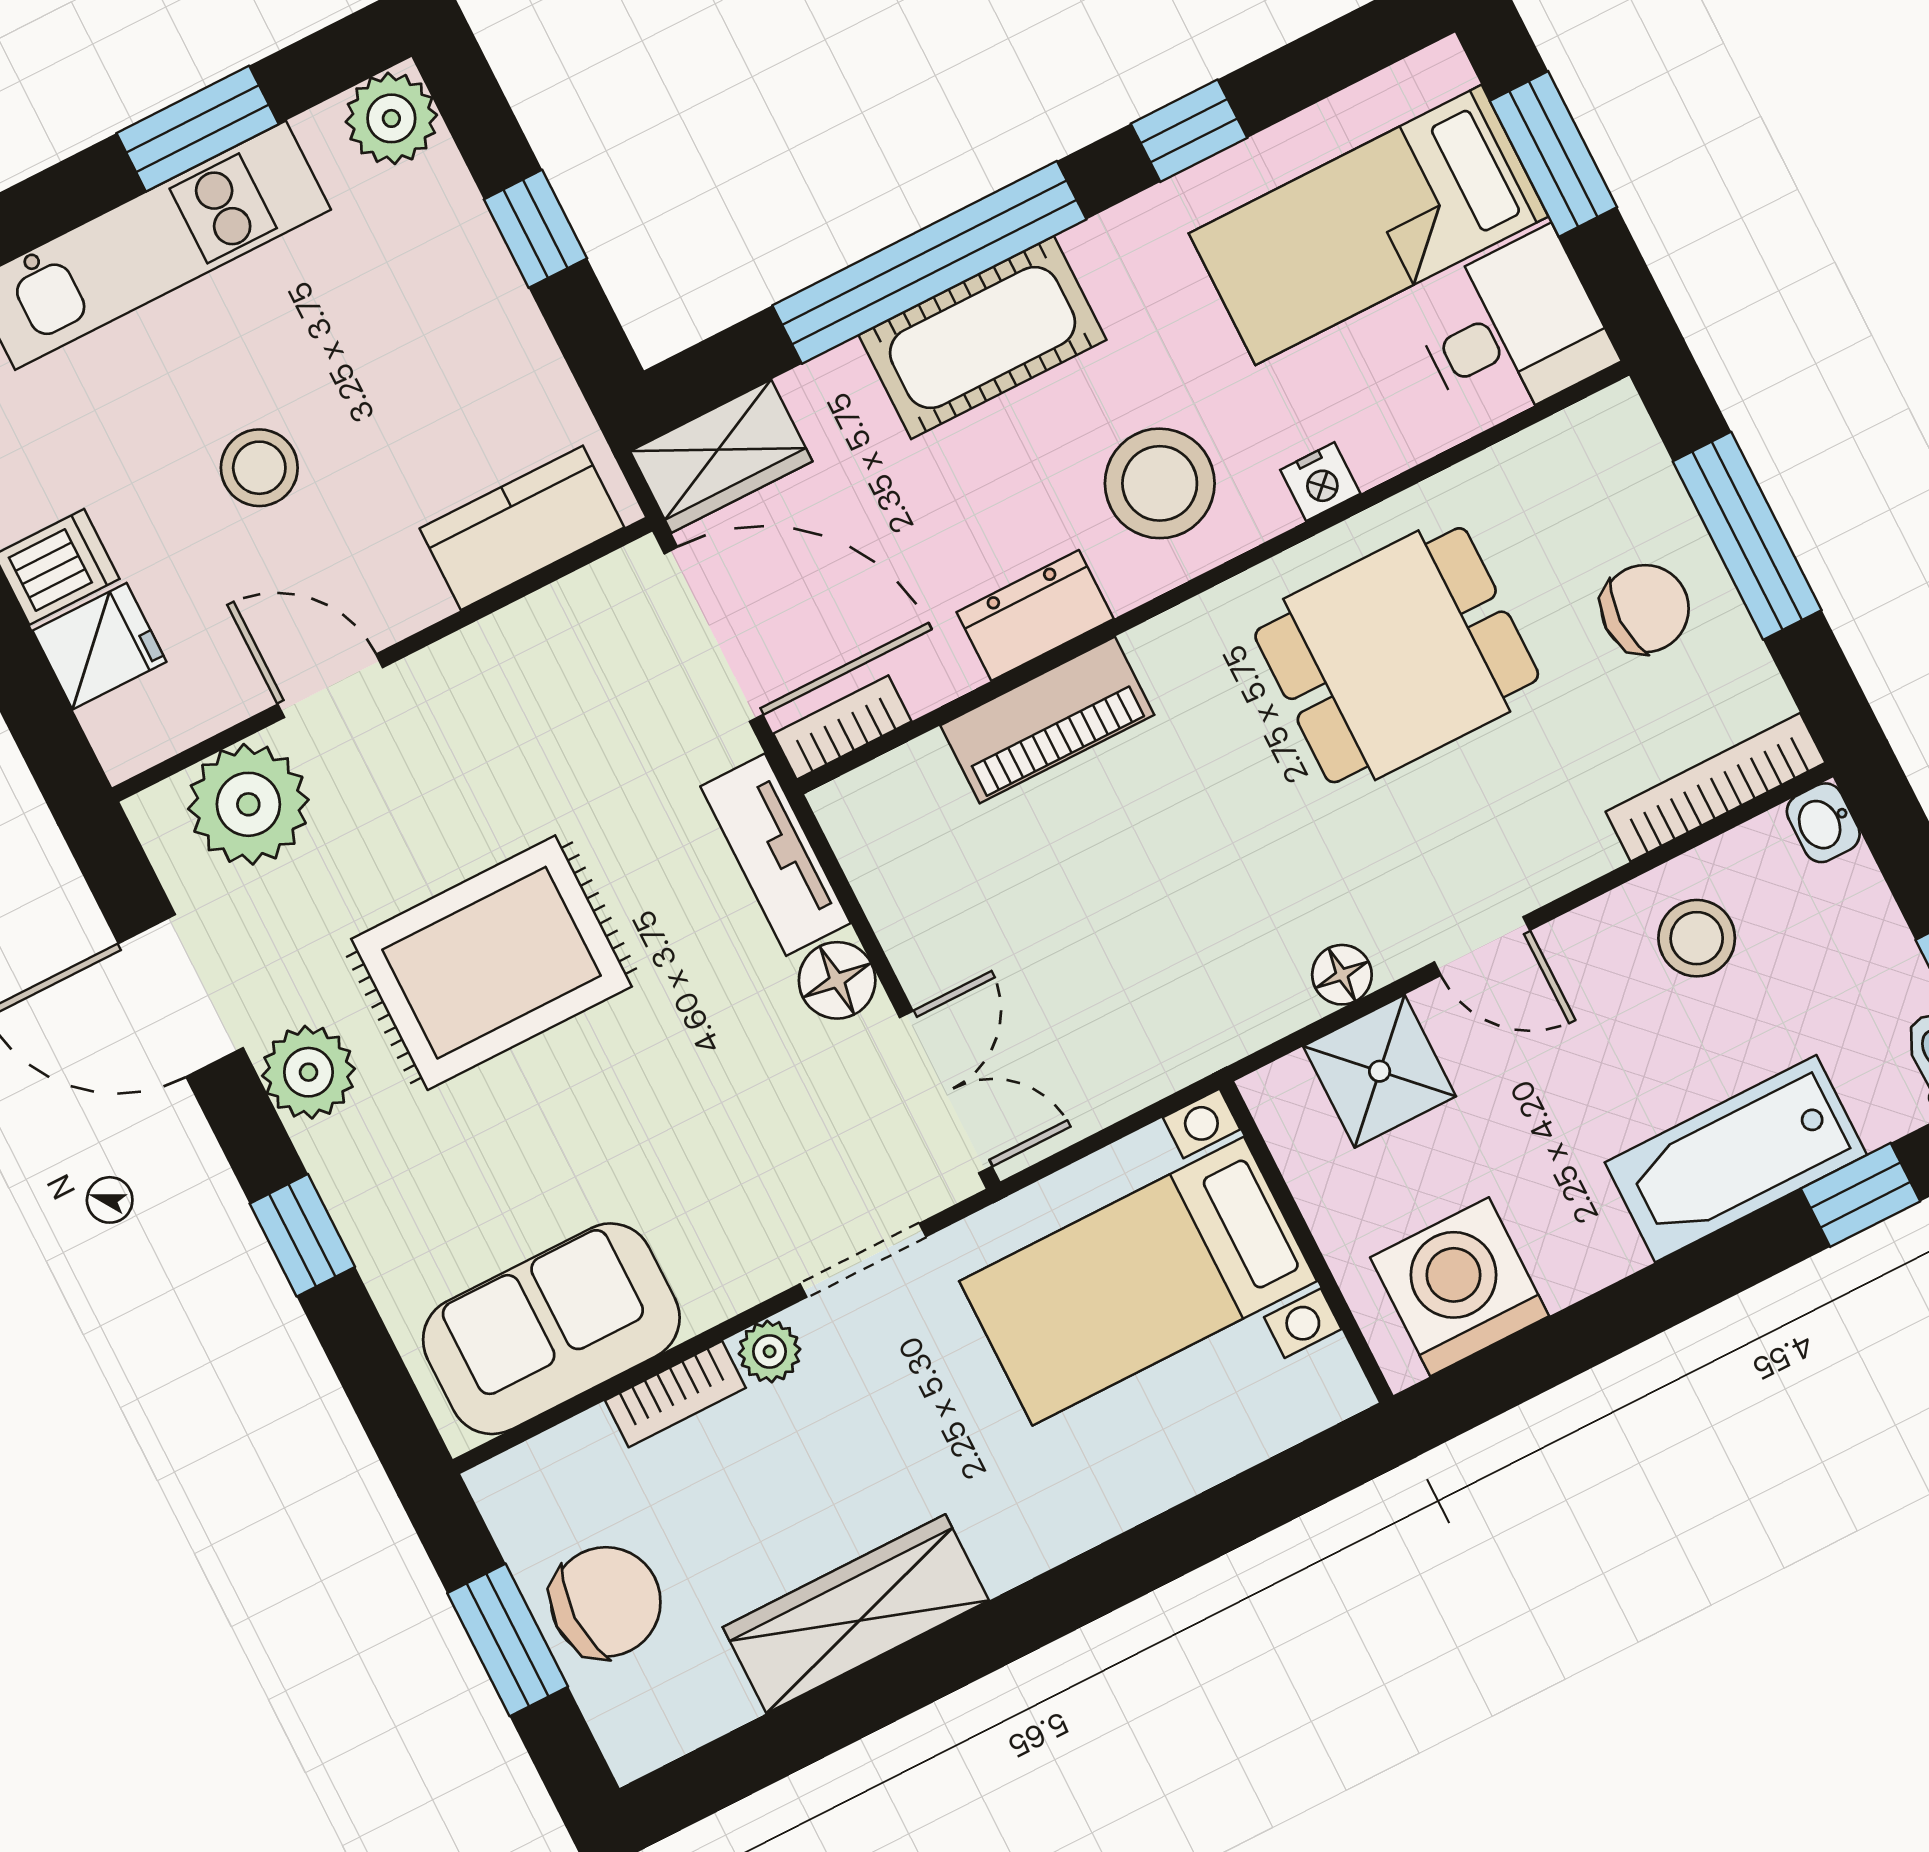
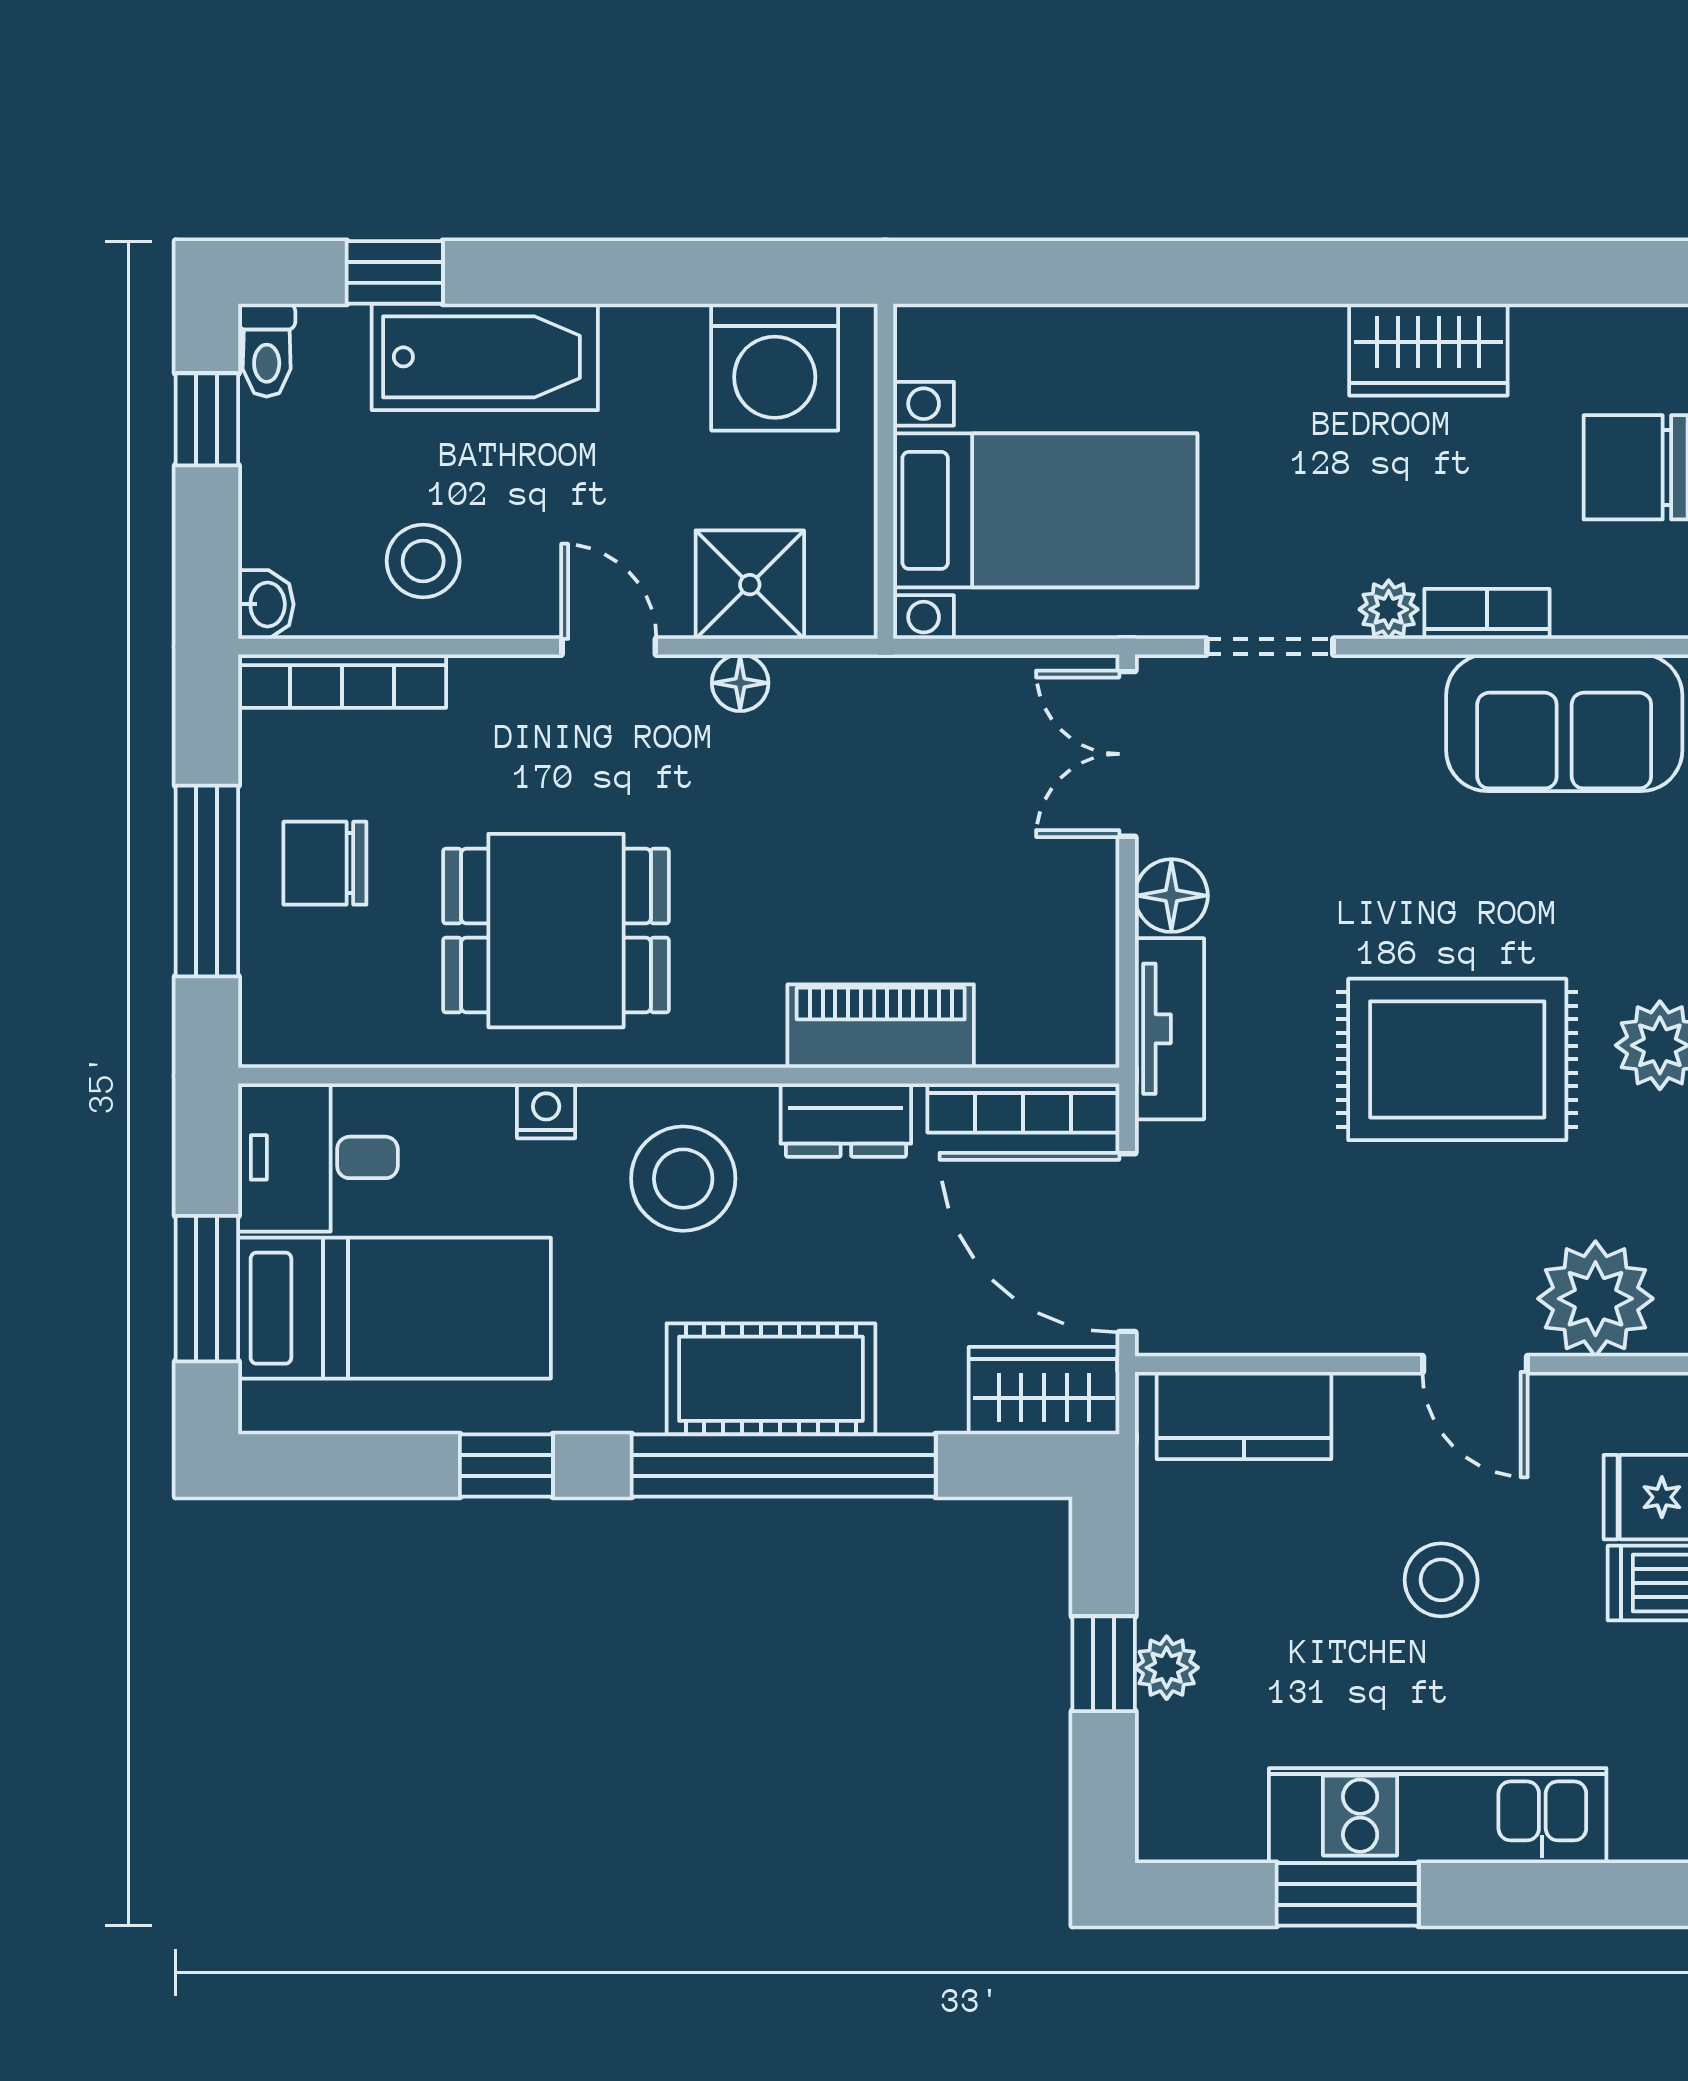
plant: (391, 118) -> (1167, 1668), moved, width x0.73, depth x0.73
bookcase: (842, 727) -> (1023, 1108), width x1.56
wardrobe: (856, 1614) -> (1428, 350), width x0.67

